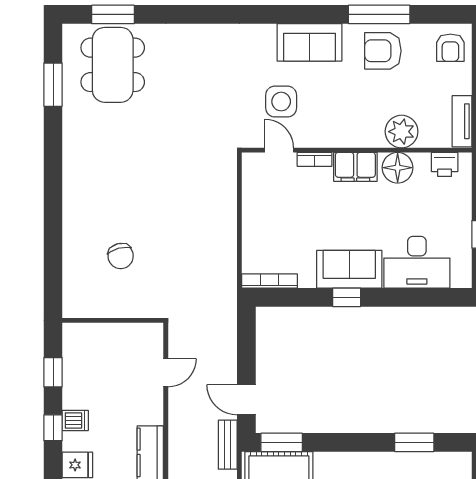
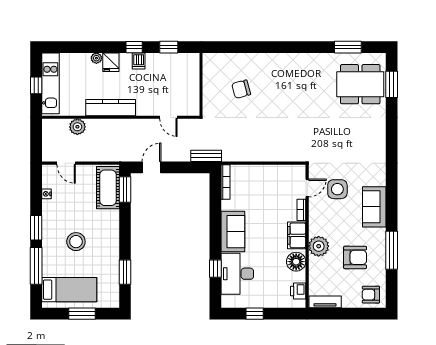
armchair: (383, 51) -> (355, 257), moved, turned 90
plant: (402, 132) -> (319, 246), moved
window: (347, 297) -> (215, 269), moved
bench: (228, 445) -> (206, 156), moved

